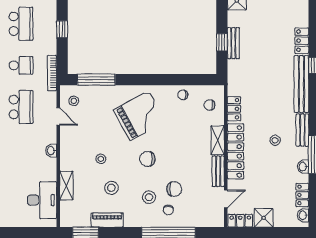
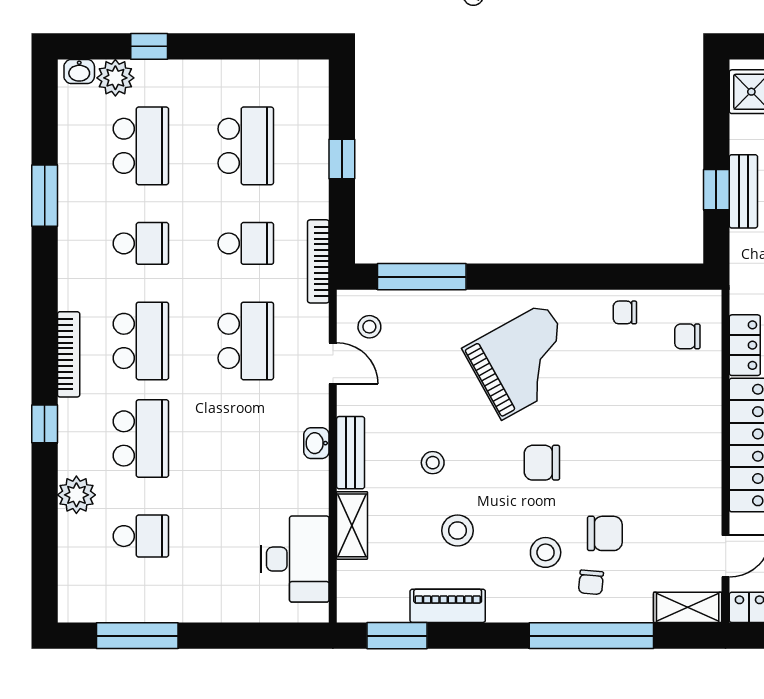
shelving: (218, 140) -> (688, 607), moved, turned 90
bench: (218, 171) -> (351, 453), moved

